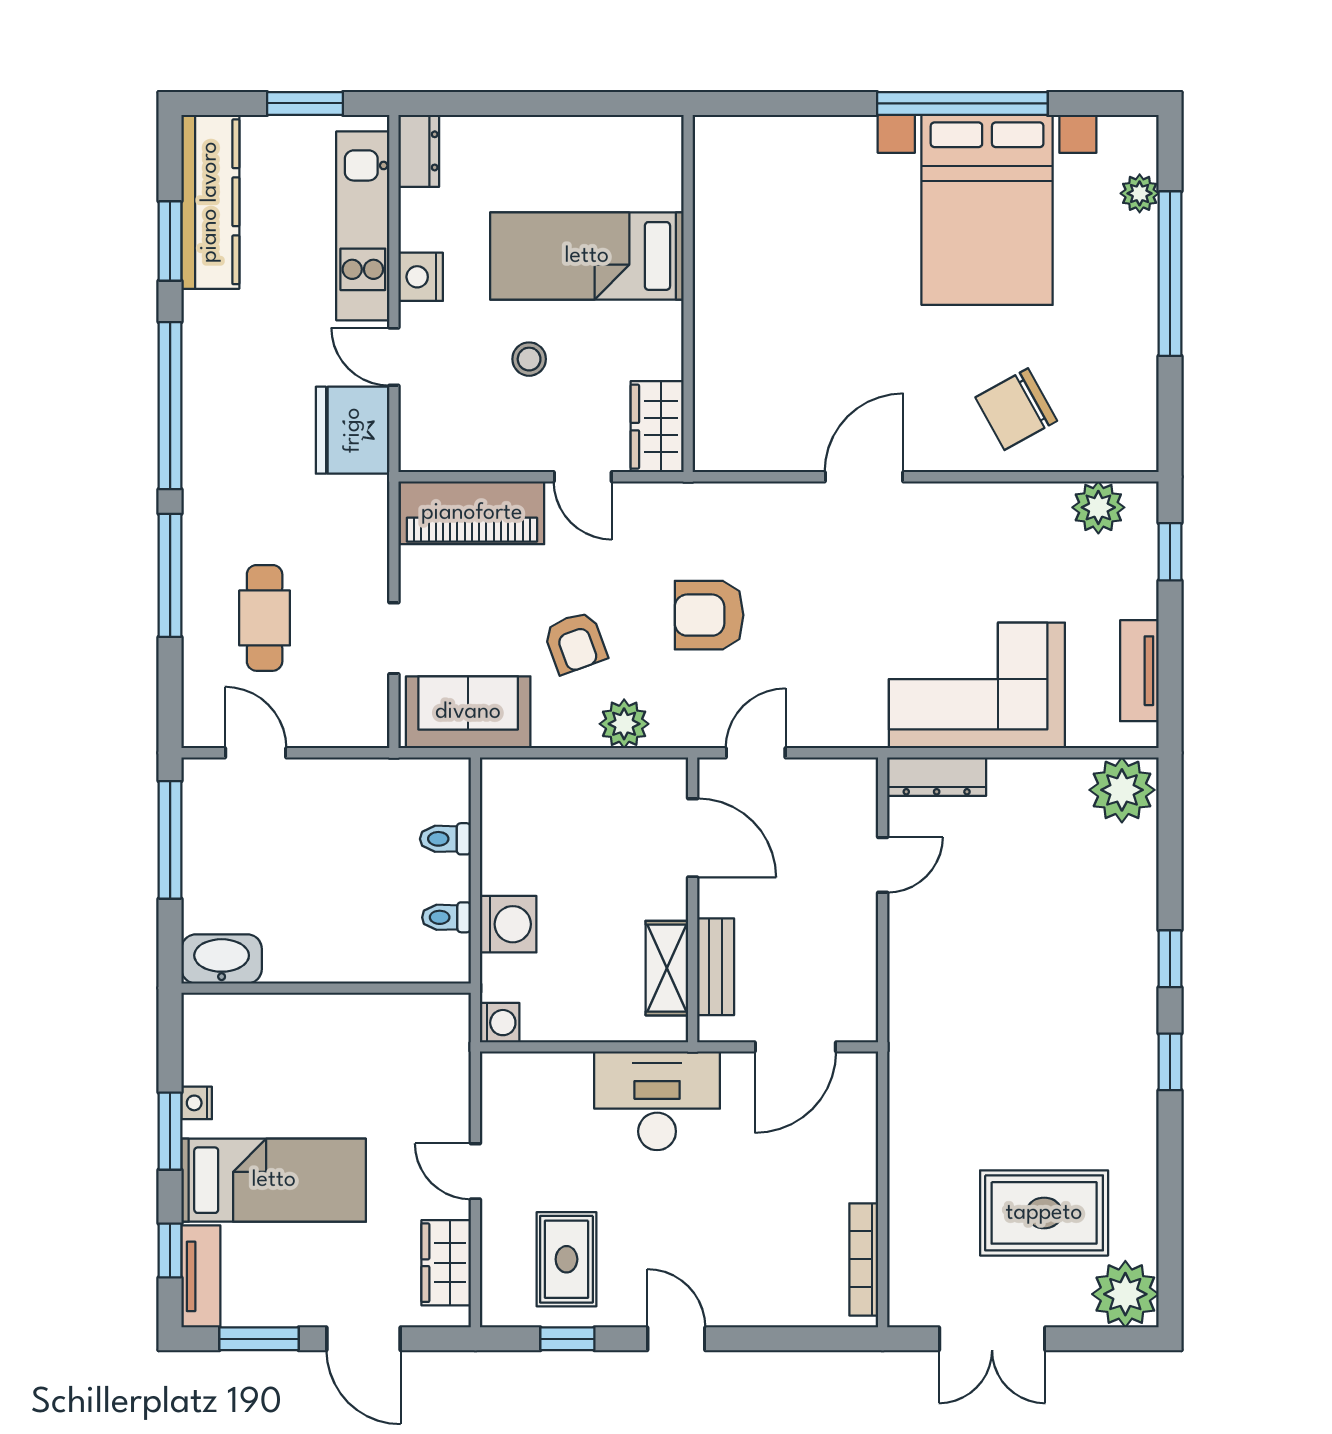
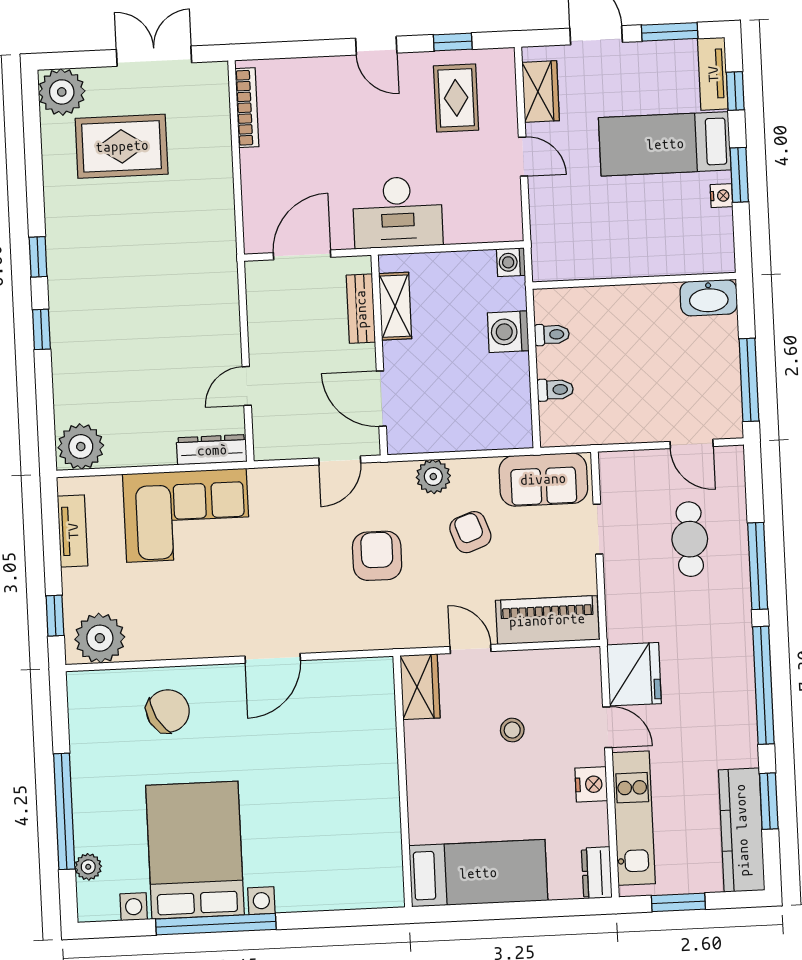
bed: (587, 256) -> (478, 873), moved
plant: (1098, 507) -> (100, 638), width x1.36, depth x1.36
armchair: (709, 615) -> (377, 556), turned -90

